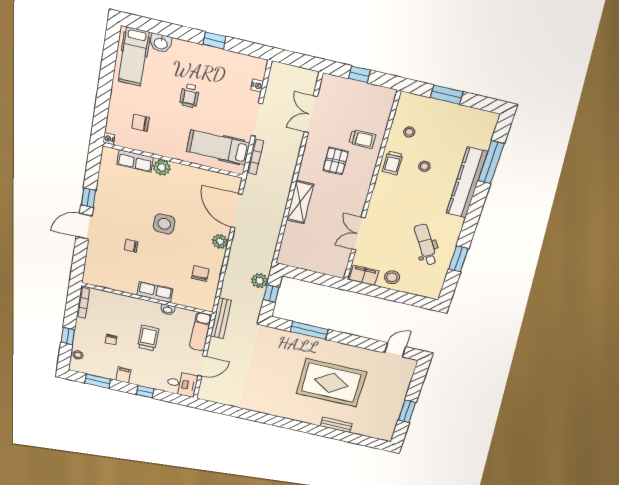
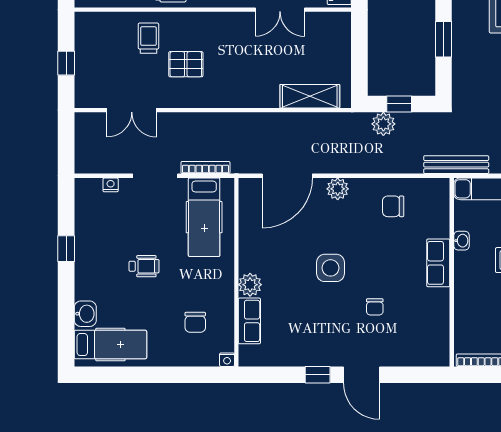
shelving: (300, 202) -> (310, 96), moved
window: (309, 330) -> (444, 39), width x0.69

